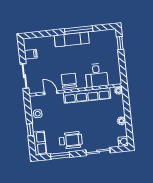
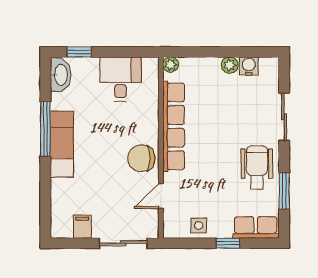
washbasin: (107, 35) -> (60, 75), added
desk: (96, 75) -> (121, 79), moved, turned -90
water cooler: (123, 141) -> (249, 66), moved

